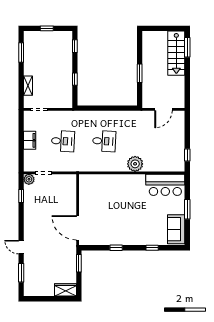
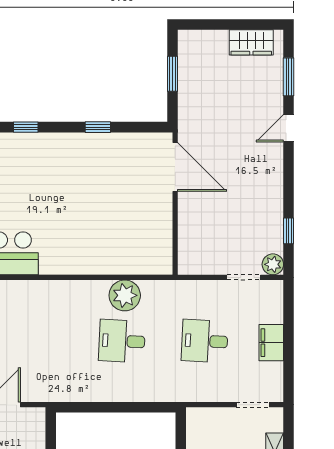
plant: (135, 164) -> (125, 295), moved
door: (21, 247) -> (289, 128), swing flipped
window: (79, 263) -> (173, 74), moved
wardrobe: (65, 290) -> (251, 42), moved

